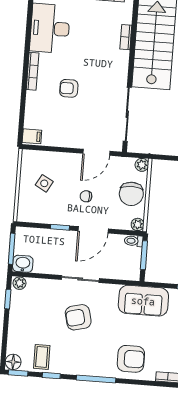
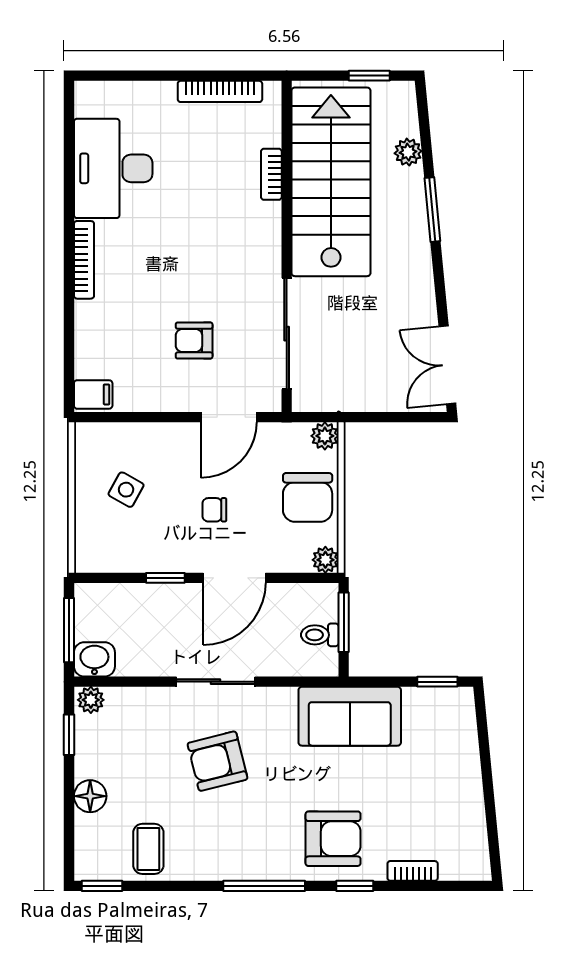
armchair: (69, 88) -> (194, 341), moved
toilet: (134, 241) -> (320, 635), moved
floor lamp: (13, 362) -> (90, 796), moved
window: (51, 376) -> (355, 886), moved

